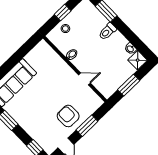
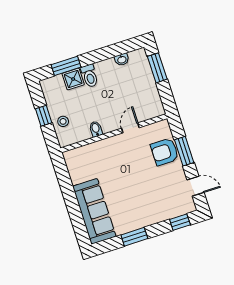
shower: (138, 60) -> (73, 79), moved
window: (129, 85) -> (157, 68), moved
armchair: (68, 116) -> (165, 152), moved

